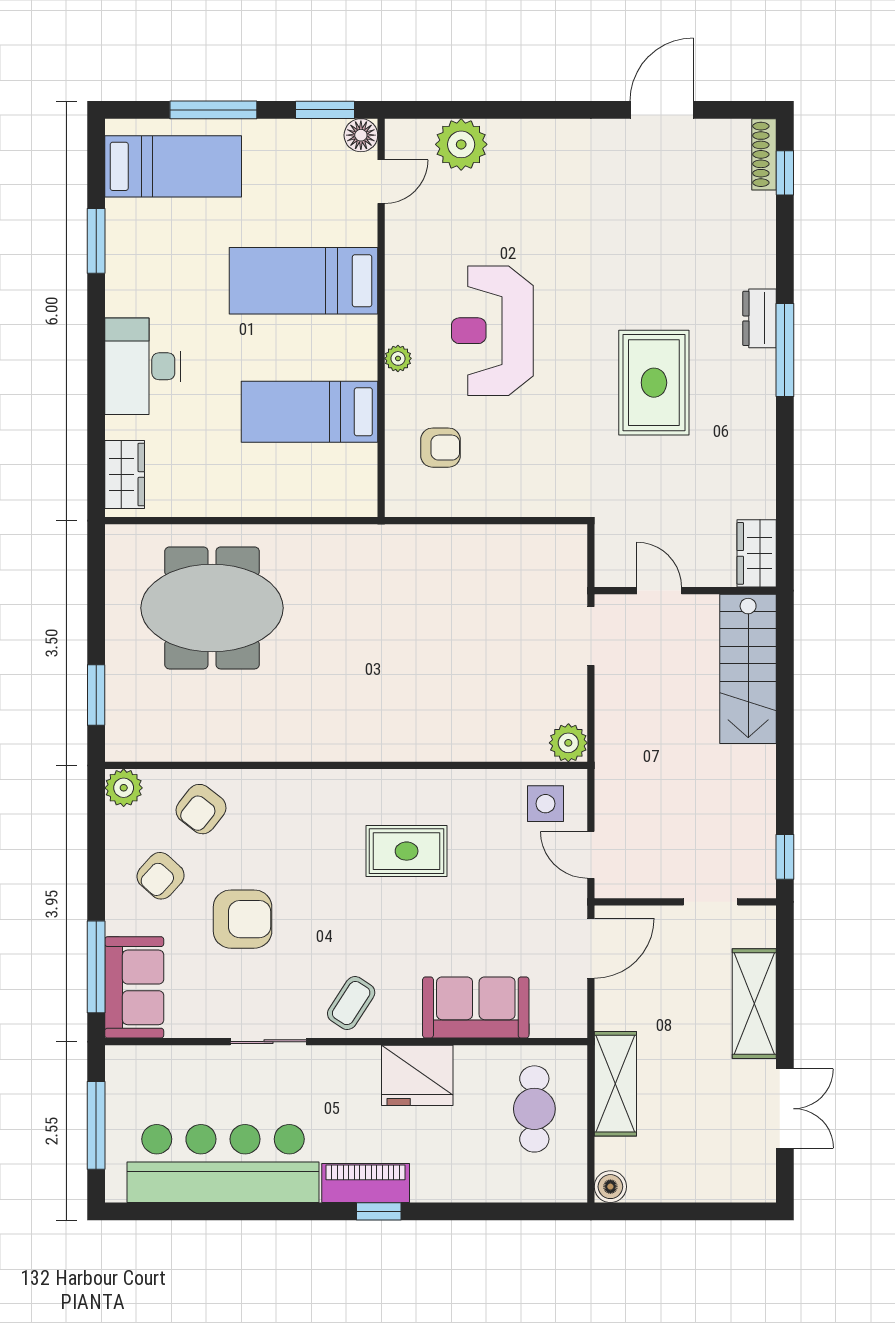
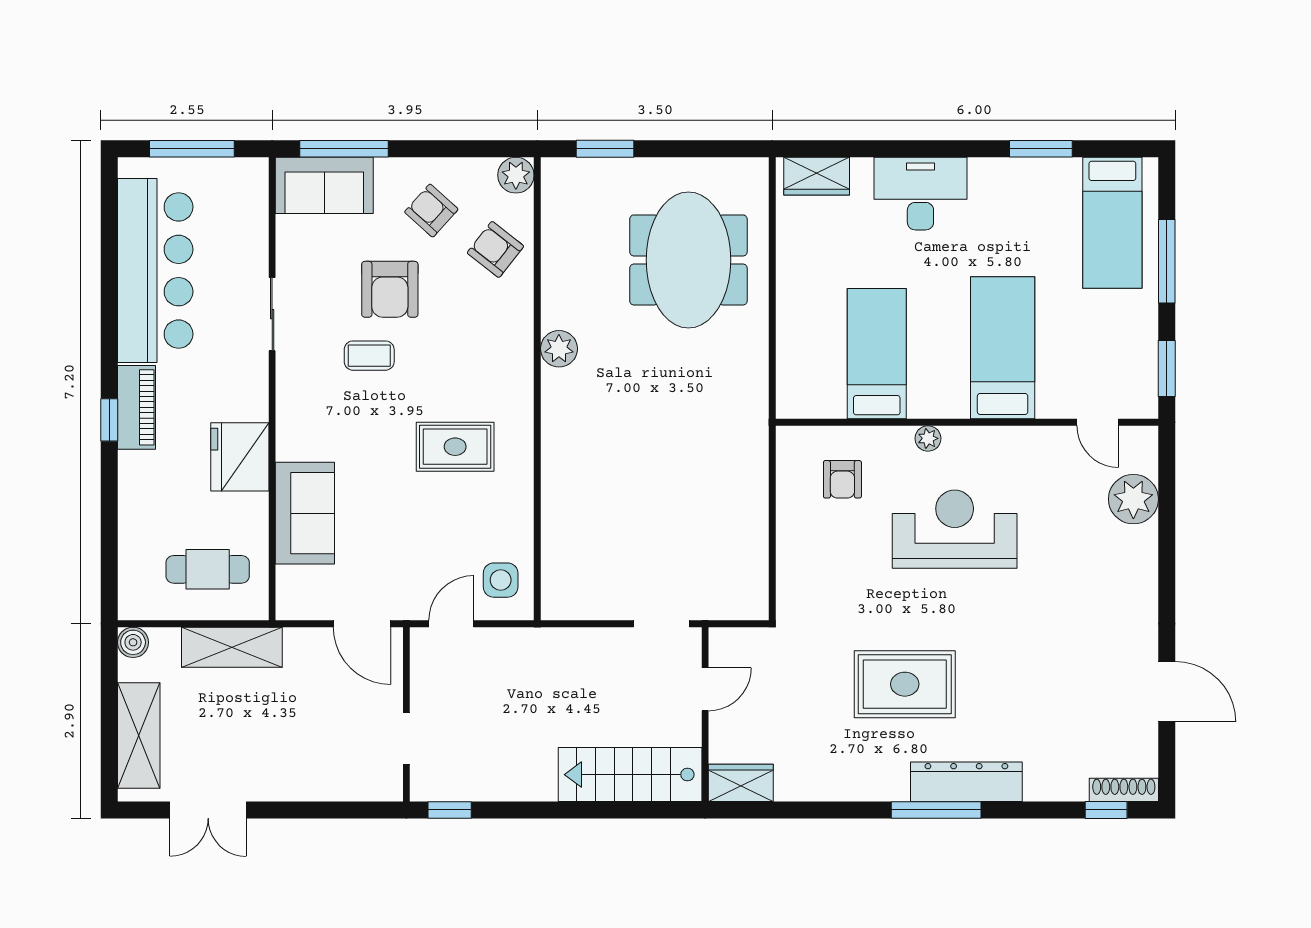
floor lamp: (361, 135) -> (1142, 403), removed
dresser: (760, 318) -> (966, 782), width x1.96, depth x1.24
plant: (568, 743) -> (559, 349), moved
rug: (407, 851) -> (455, 447), turned 90
coffee table: (351, 1003) -> (369, 356), moved, turned -33
shelving: (754, 1004) -> (139, 735), moved, turned 90

